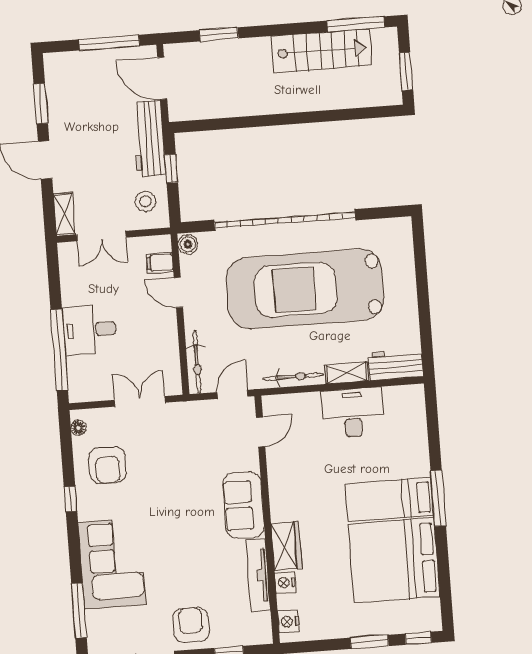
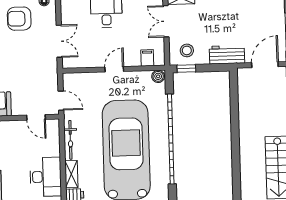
workbench: (149, 138) -> (227, 55), width x0.73
window: (171, 168) -> (186, 69), moved
door: (178, 292) -> (114, 69), moved
bicycle: (197, 362) -> (83, 79), removed

